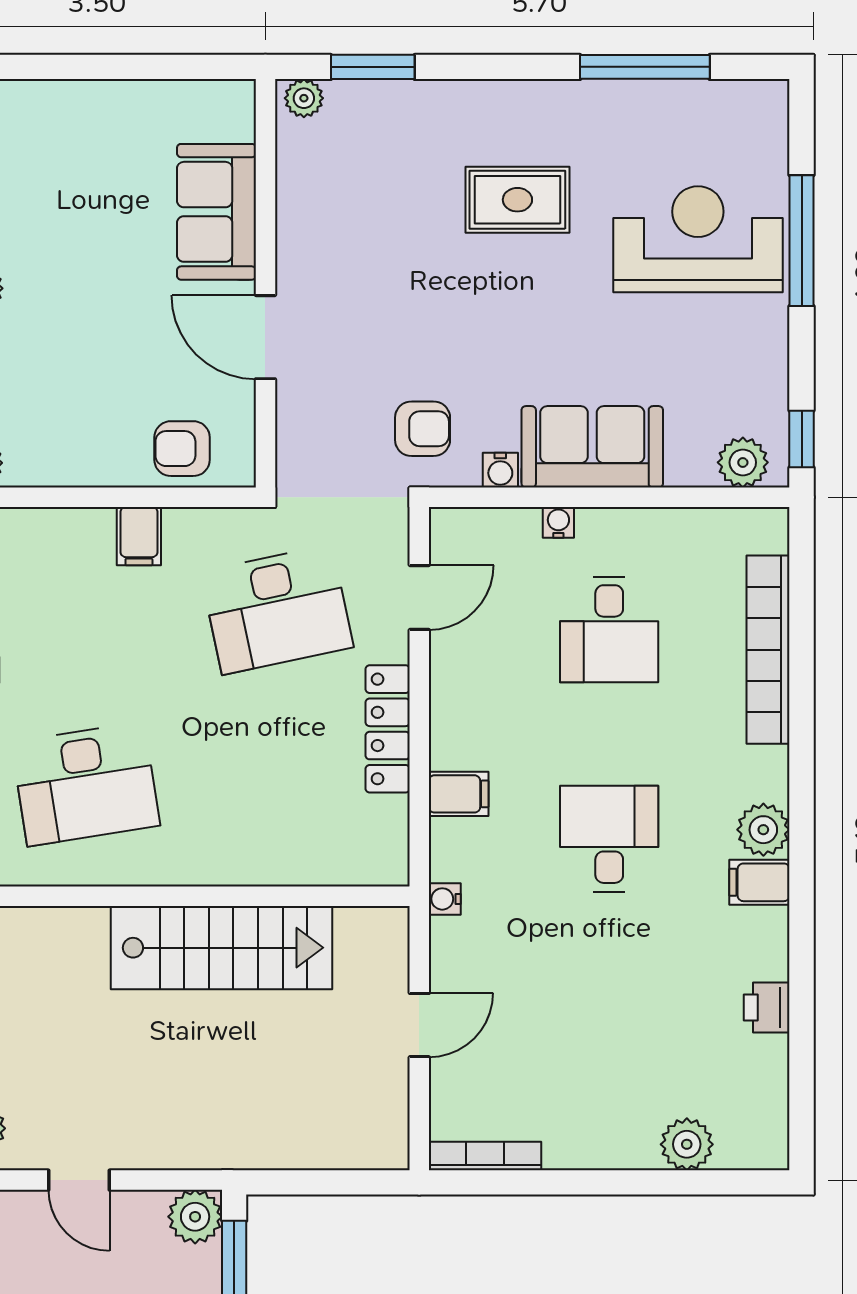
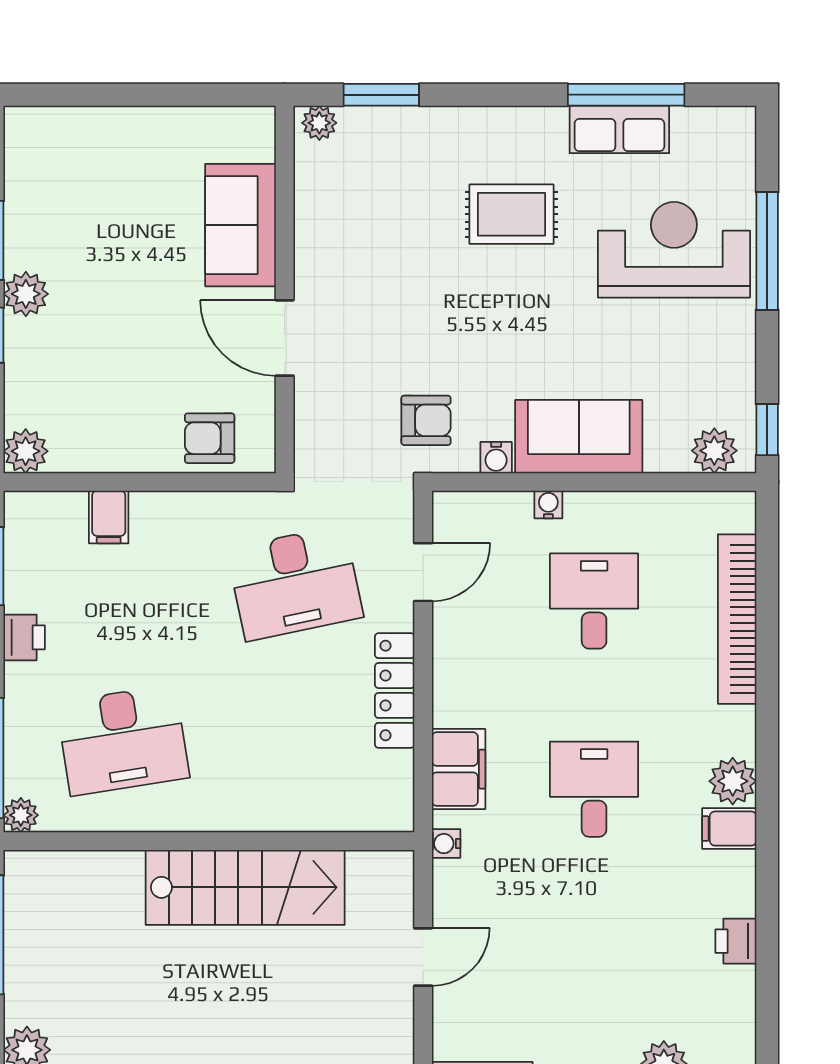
row of seats: (637, 105) -> (619, 129), added
filing cabinet: (139, 536) -> (109, 517), moved
desk: (609, 630) -> (594, 601), turned 180
filing cabinet: (459, 794) -> (459, 769), width x2.00

